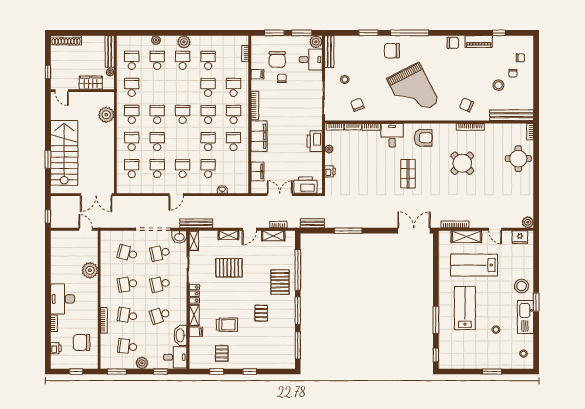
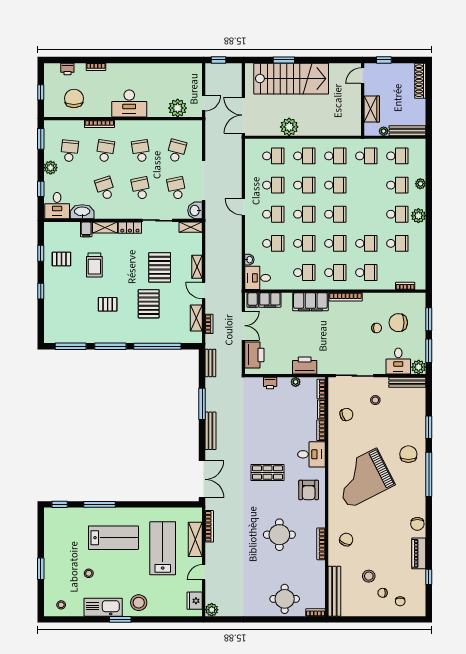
filing cabinet: (257, 74) -> (253, 300), moved
plant: (106, 115) -> (289, 127), moved
school desk: (183, 141) -> (304, 214), added
round table: (462, 163) -> (279, 535), turned 45
desk: (238, 182) -> (258, 278), added
bench: (196, 223) -> (210, 431), moved
plant: (90, 270) -> (178, 108), moved
pallet: (280, 282) -> (149, 304), moved, turned 90
desk: (63, 299) -> (129, 104), moved, turned 180

